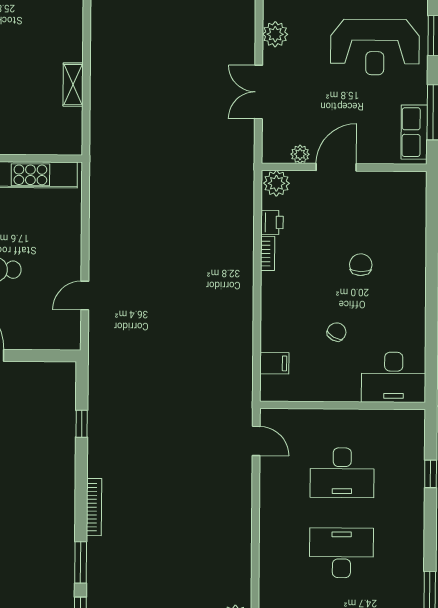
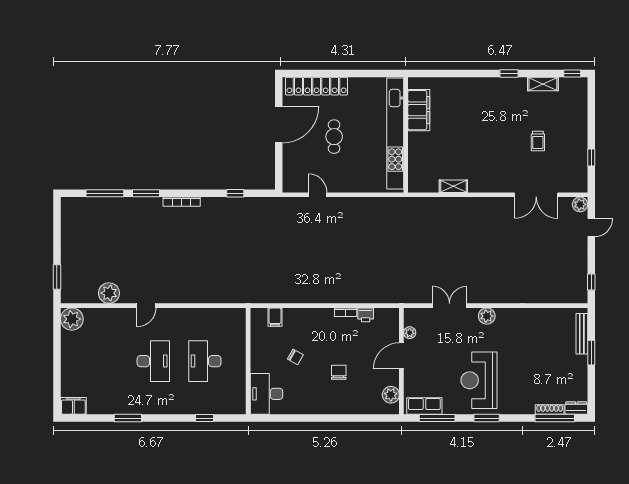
door: (336, 167) -> (401, 356), swing flipped
plant: (276, 183) -> (391, 395), moved
chair: (361, 265) -> (339, 372), turned -91
door: (256, 441) -> (146, 306), moved

